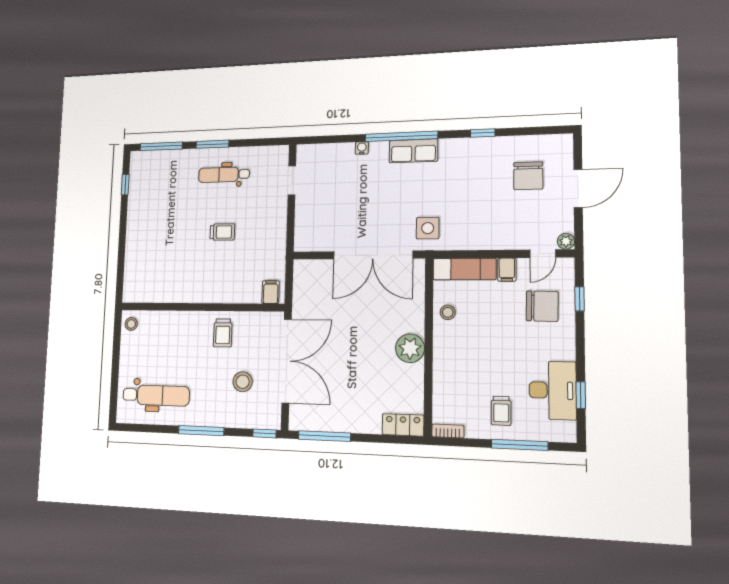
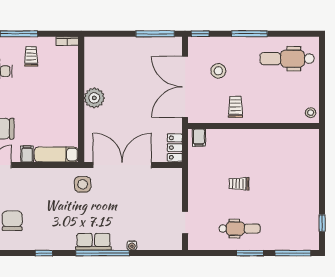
stool: (448, 312) -> (68, 124), removed
locker: (403, 425) -> (175, 148), moved, turned 90

